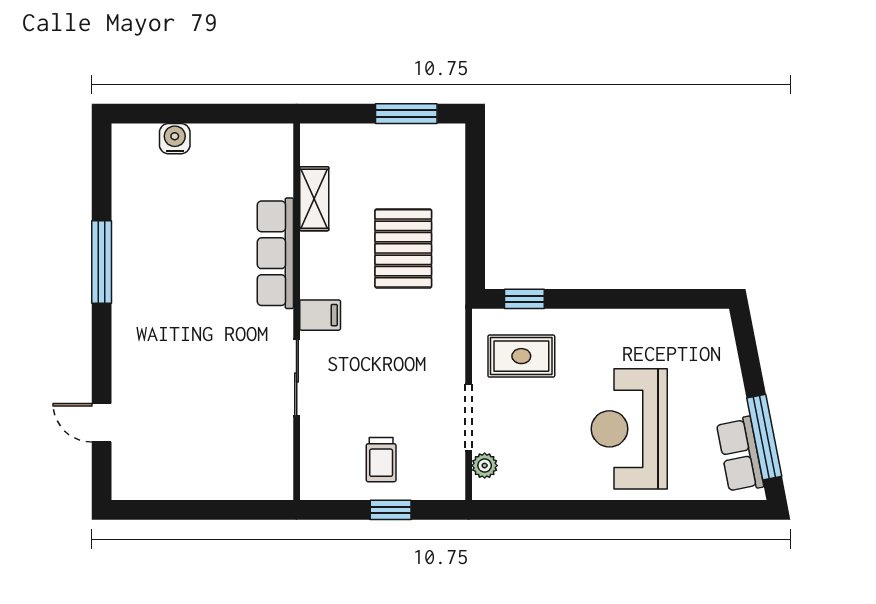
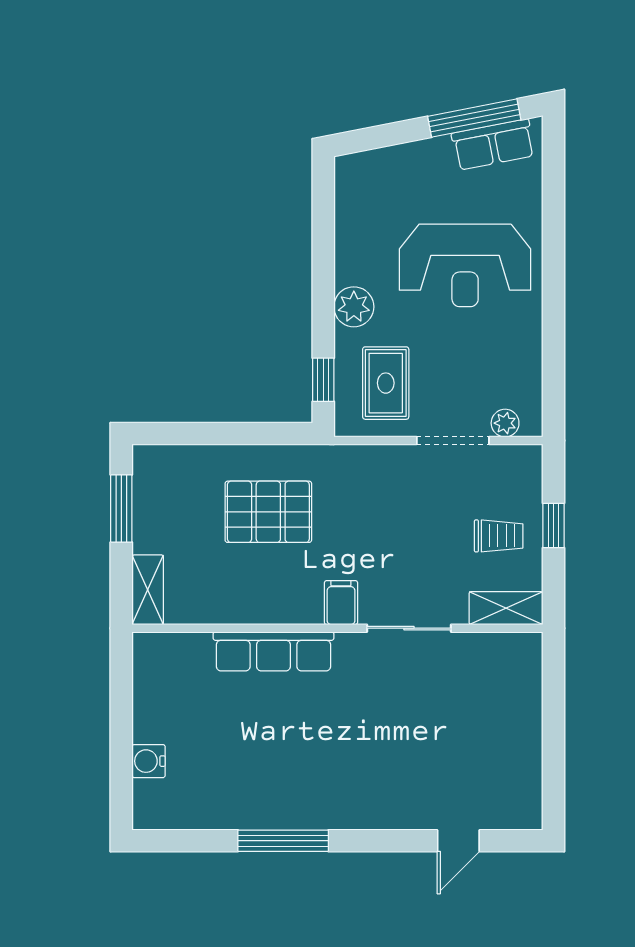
shelving: (314, 199) -> (148, 590), moved, turned 90
plant: (591, 327) -> (354, 307), added
shelving: (315, 466) -> (506, 608), added

